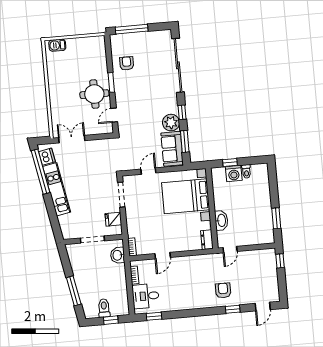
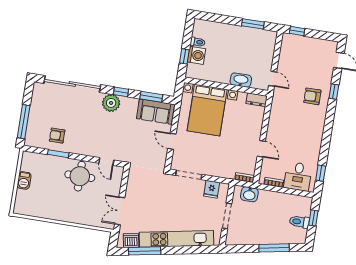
barbecue: (57, 45) -> (24, 180), moved
window: (111, 82) -> (58, 154), moved
plant: (171, 123) -> (111, 103), moved
window: (40, 172) -> (145, 251), width x0.68
kitchen unit: (57, 189) -> (176, 239), width x1.36

